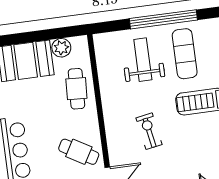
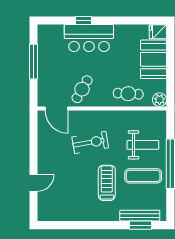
plant: (61, 48) -> (160, 100), moved
exercise bike: (149, 131) -> (90, 142), width x1.38, depth x1.39

